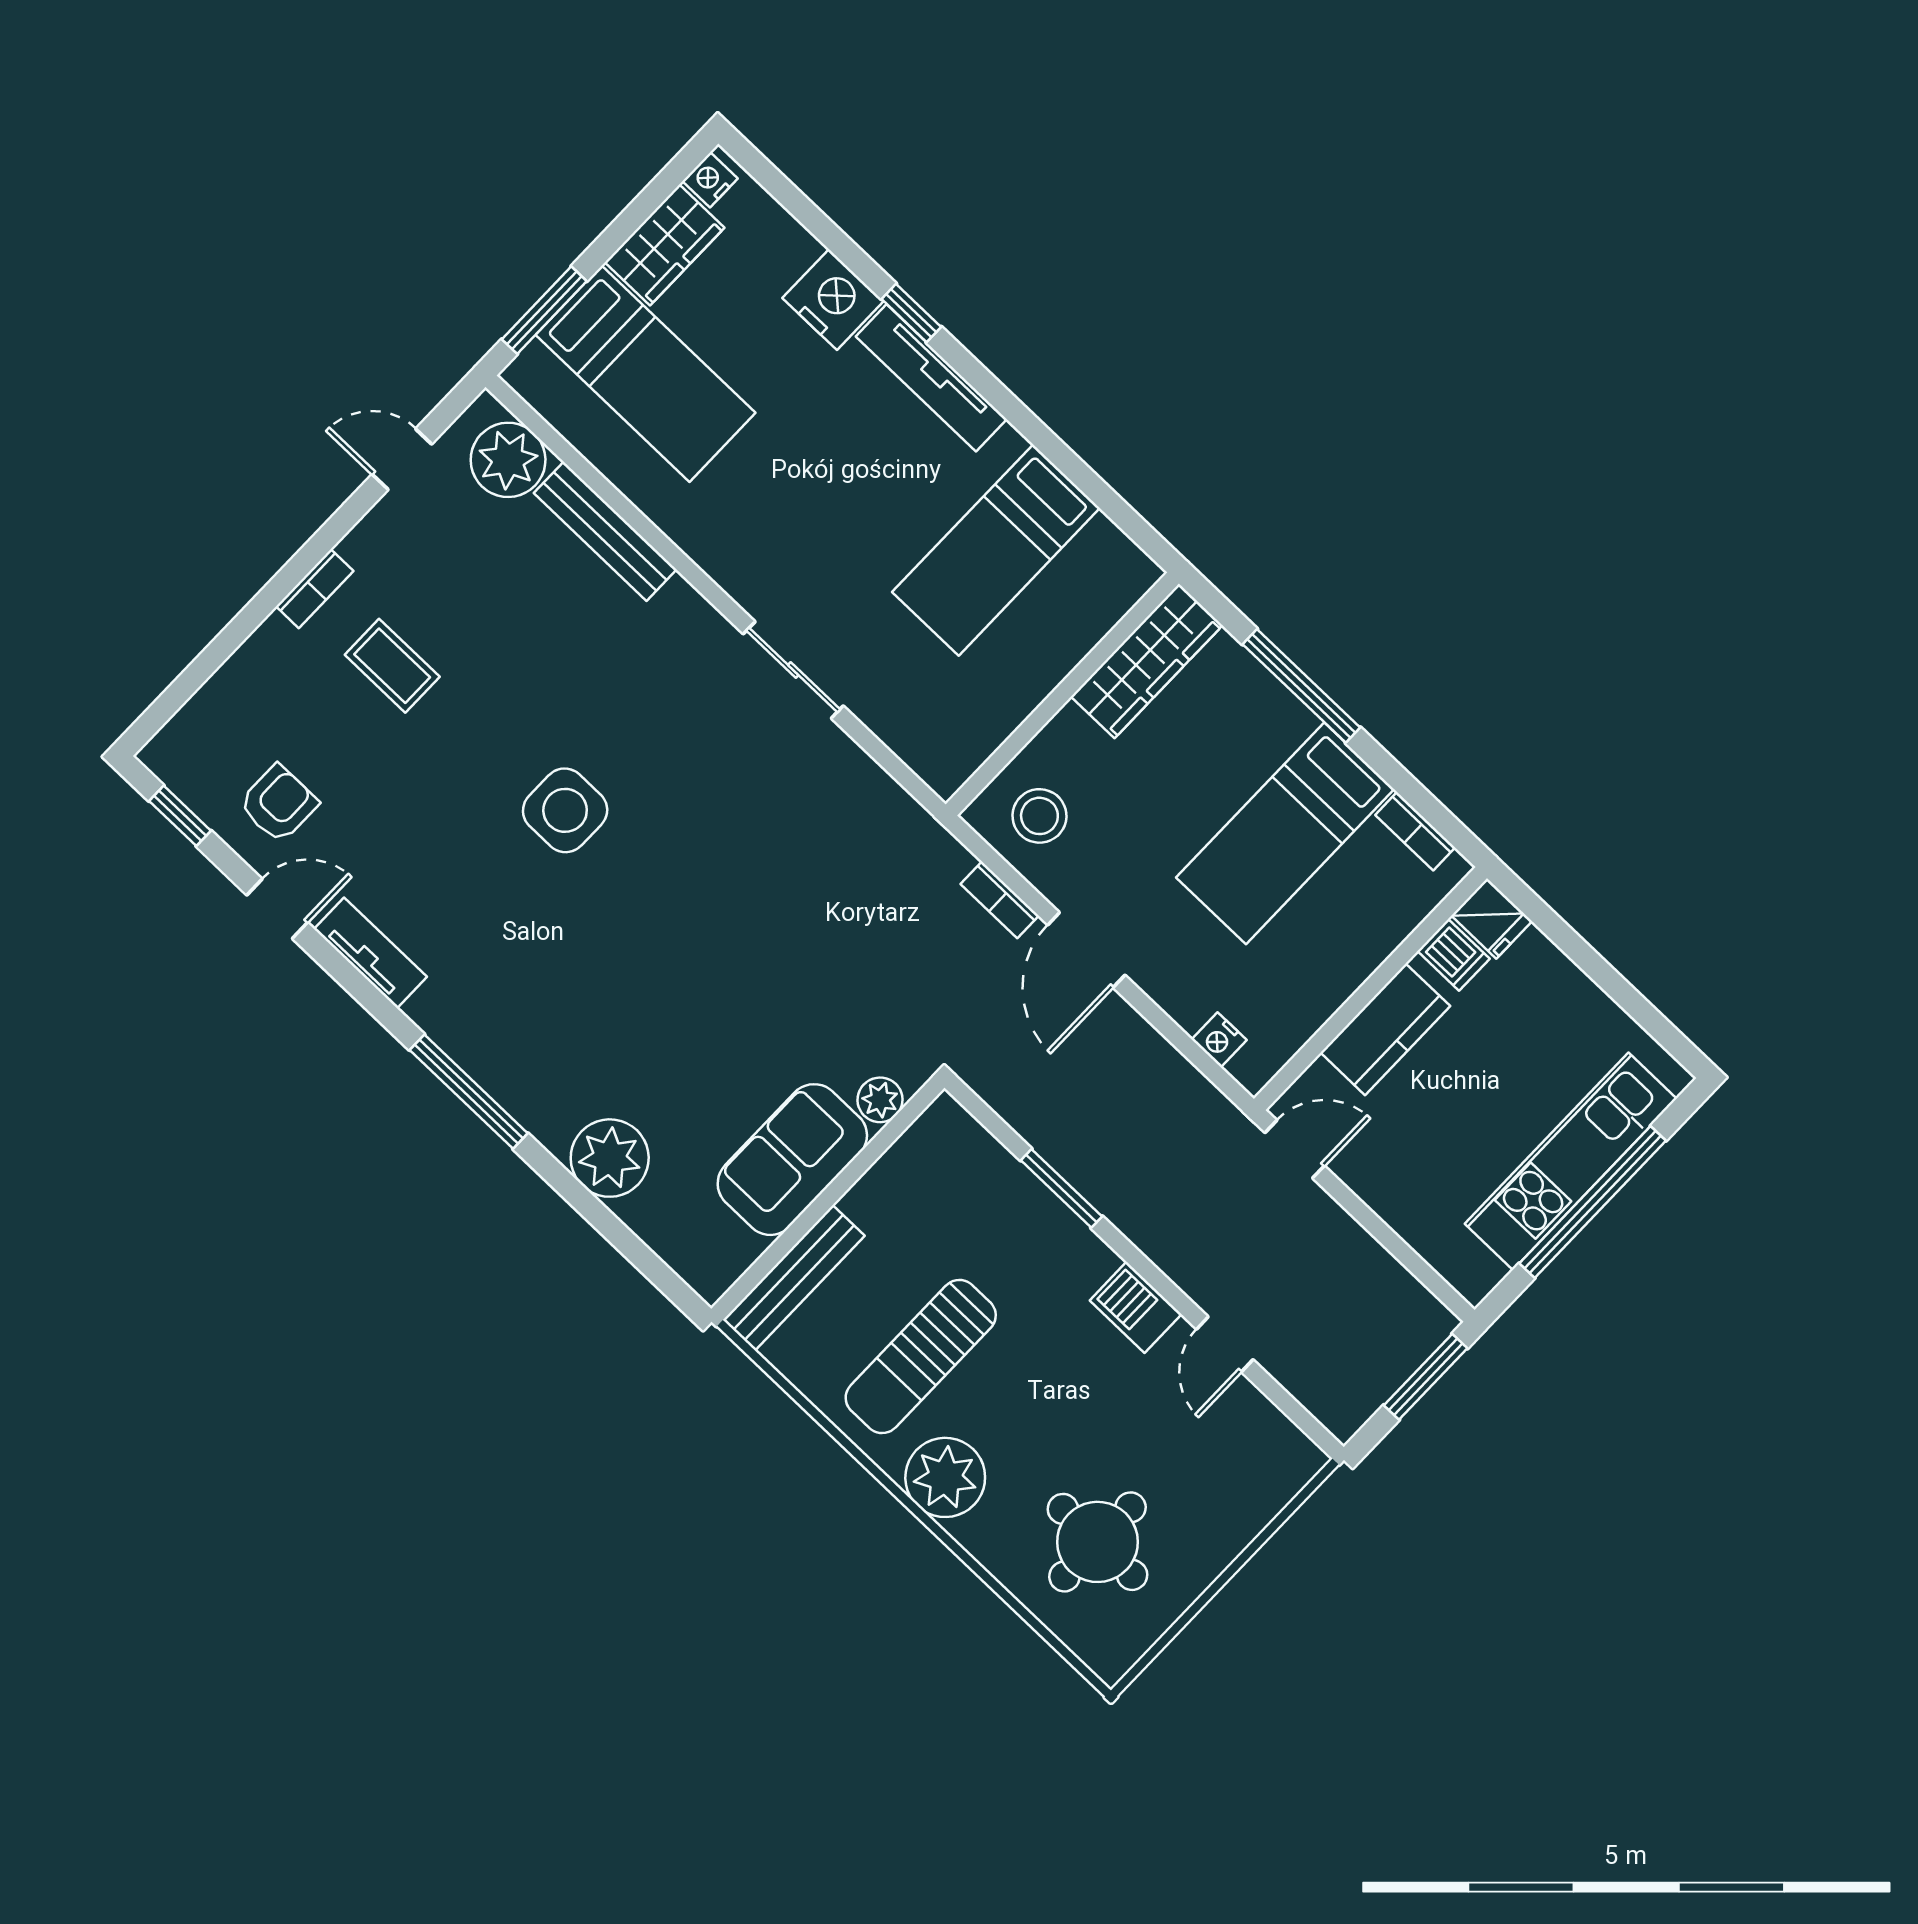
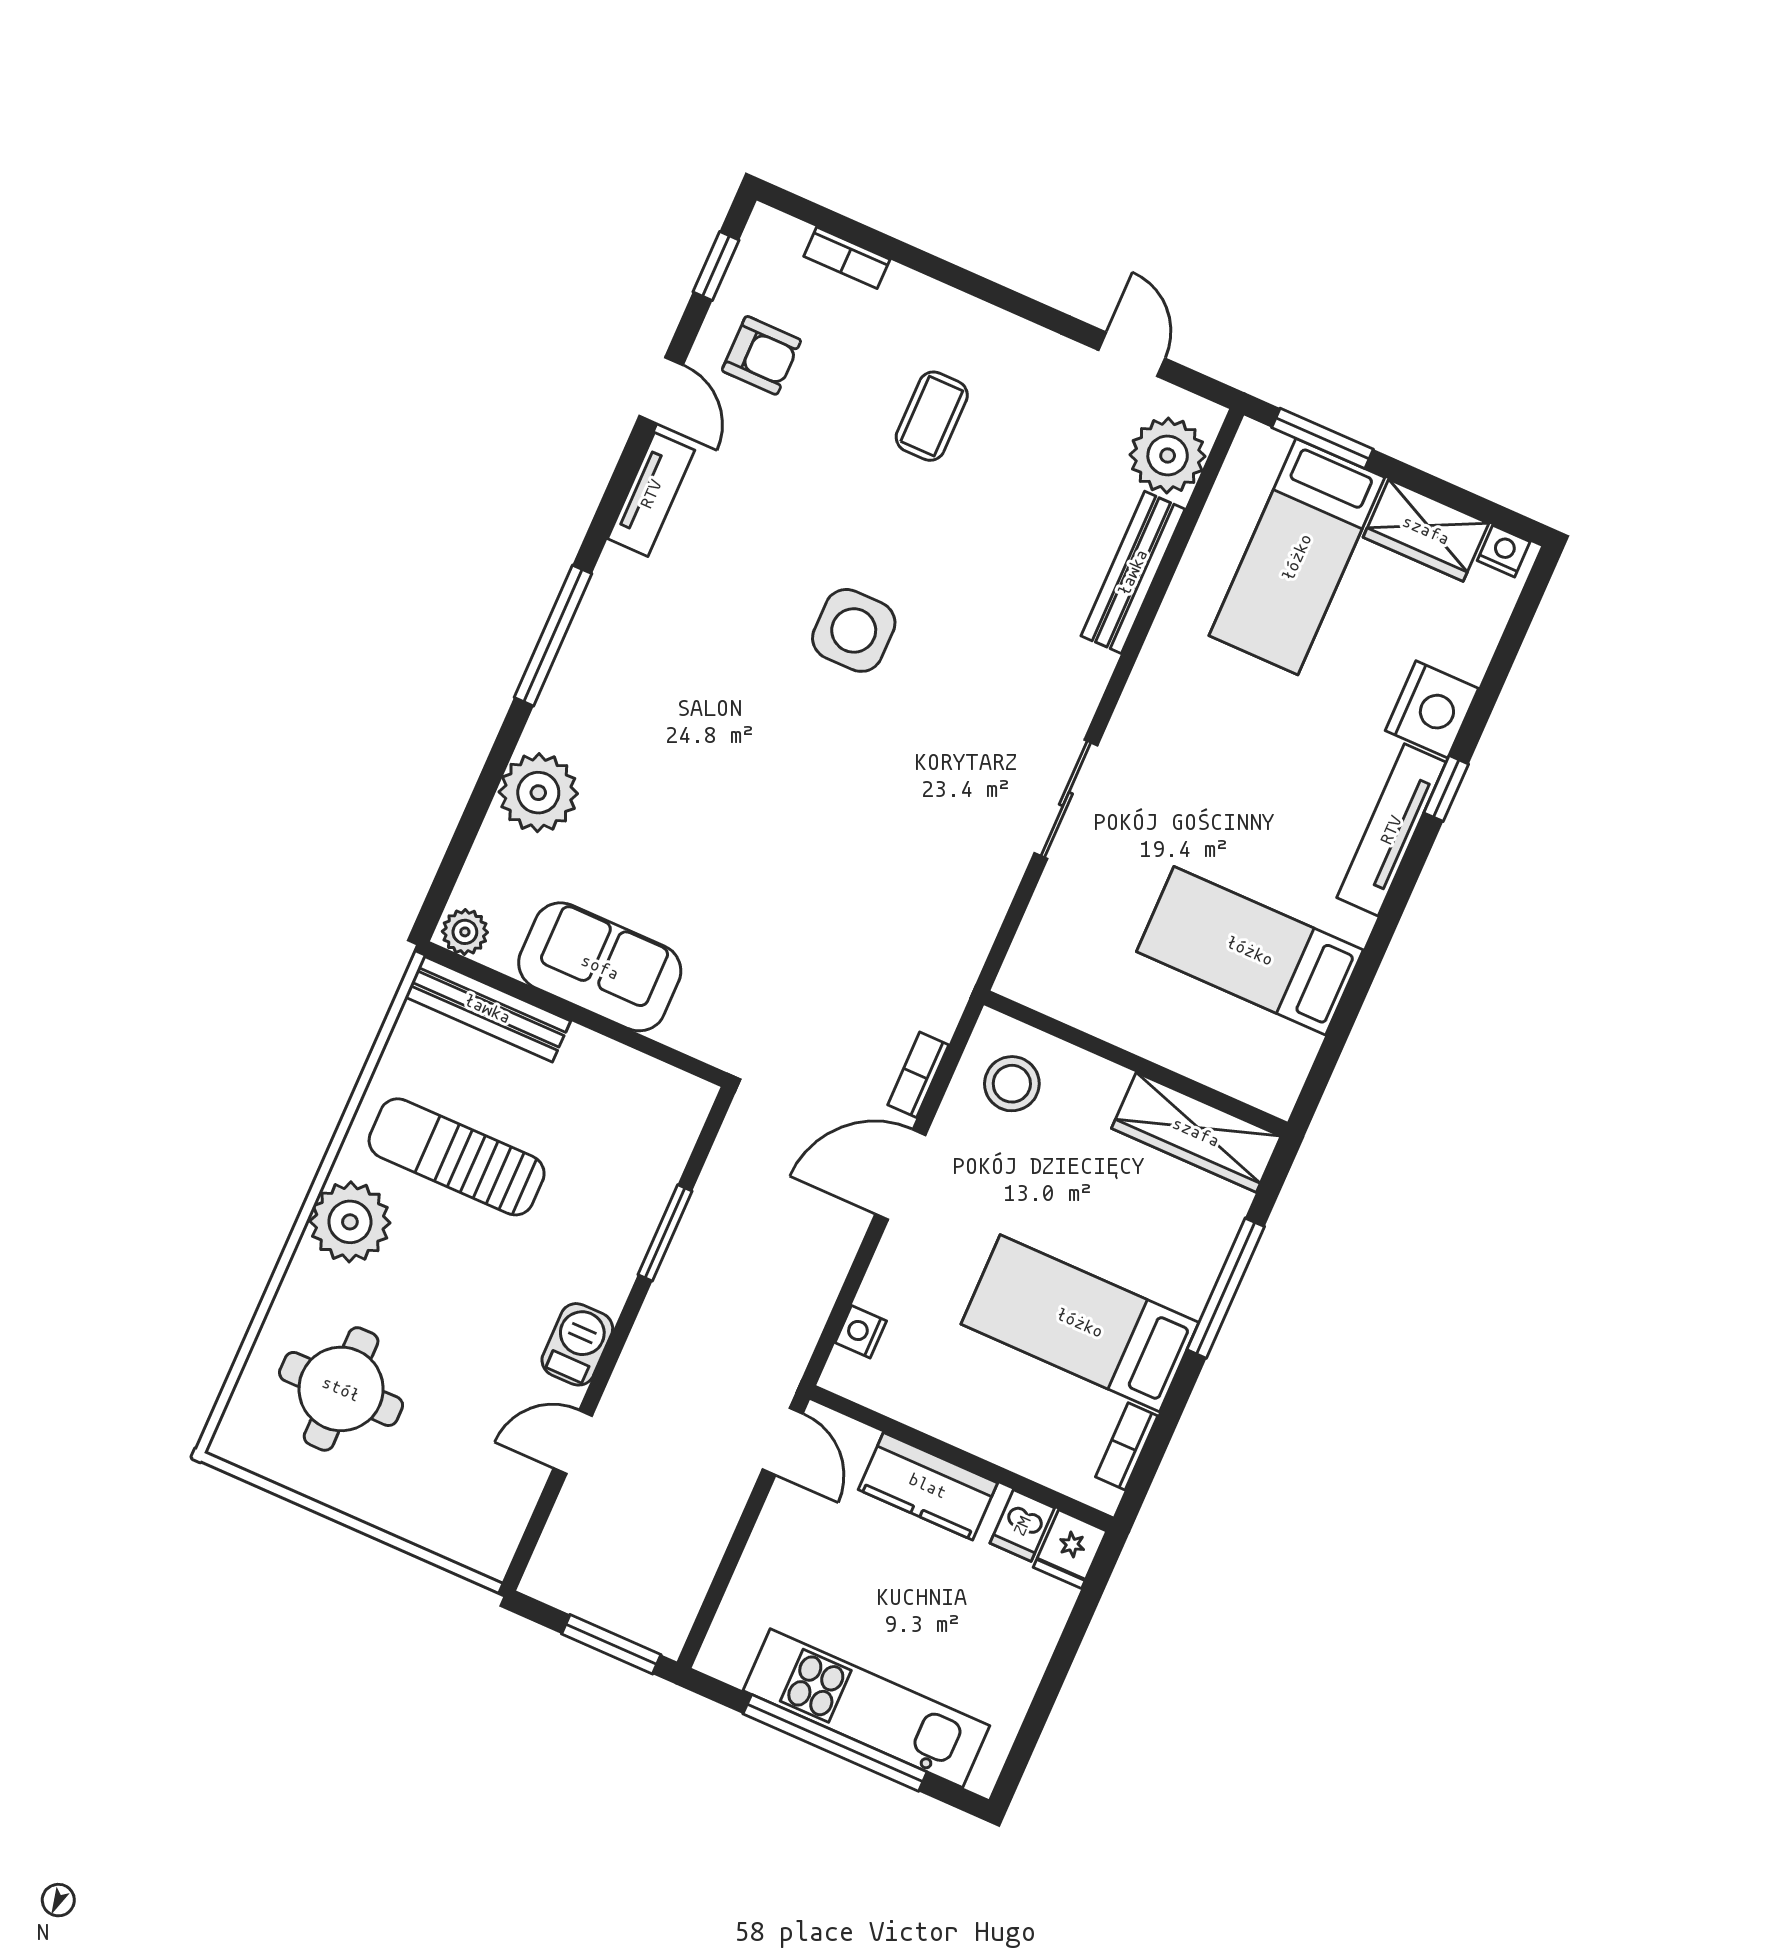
bookcase: (315, 589) -> (847, 258), moved
plant: (880, 1100) -> (465, 932), moved

